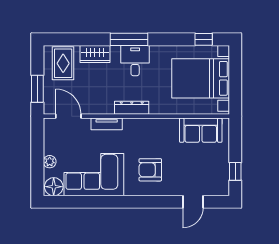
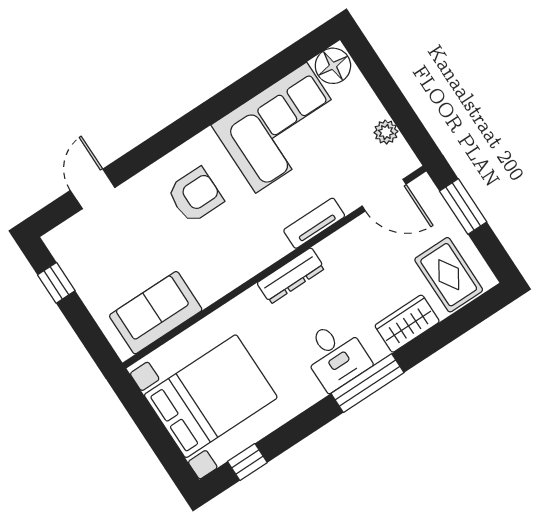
plant: (50, 162) -> (386, 132), moved

